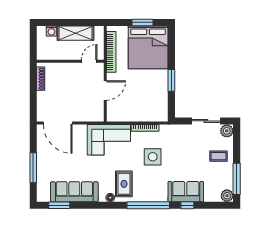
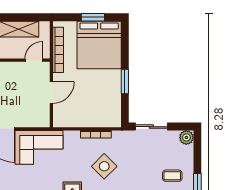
sliding door: (206, 121) -> (151, 127), moved
corner sofa: (109, 140) -> (39, 147), moved
coffee table: (218, 156) -> (172, 176), moved
side table: (153, 157) -> (104, 166), turned 45

